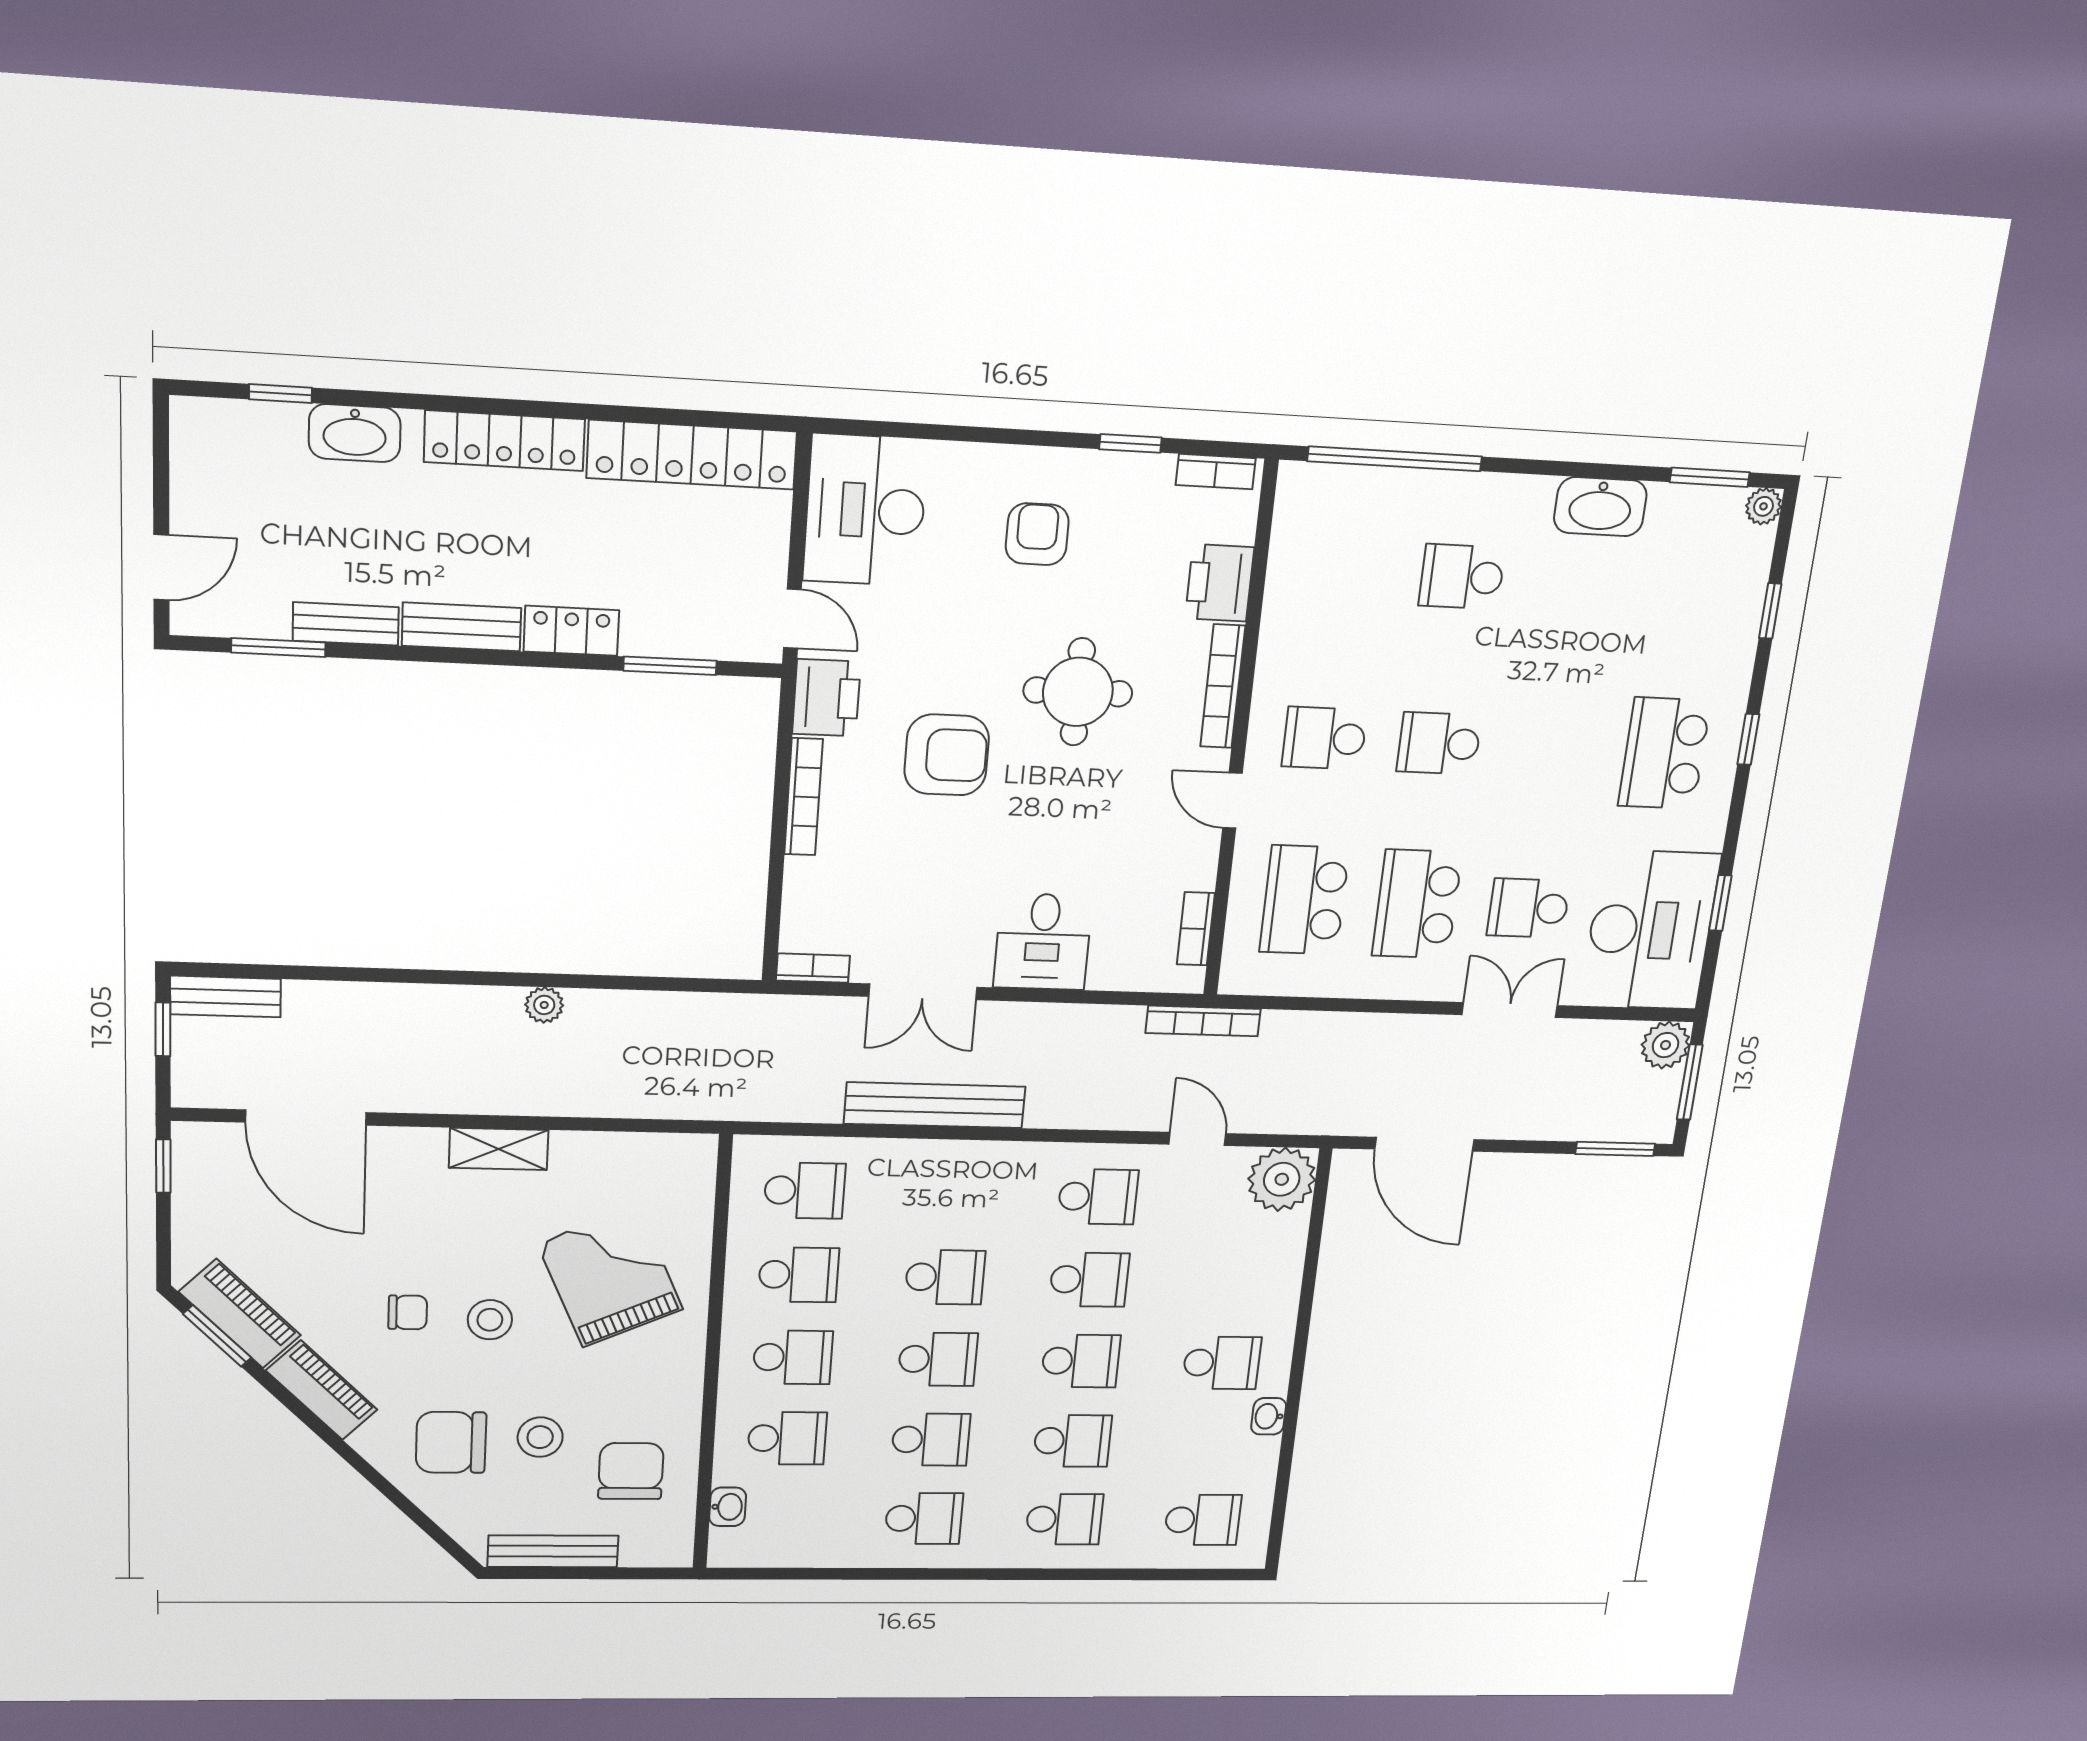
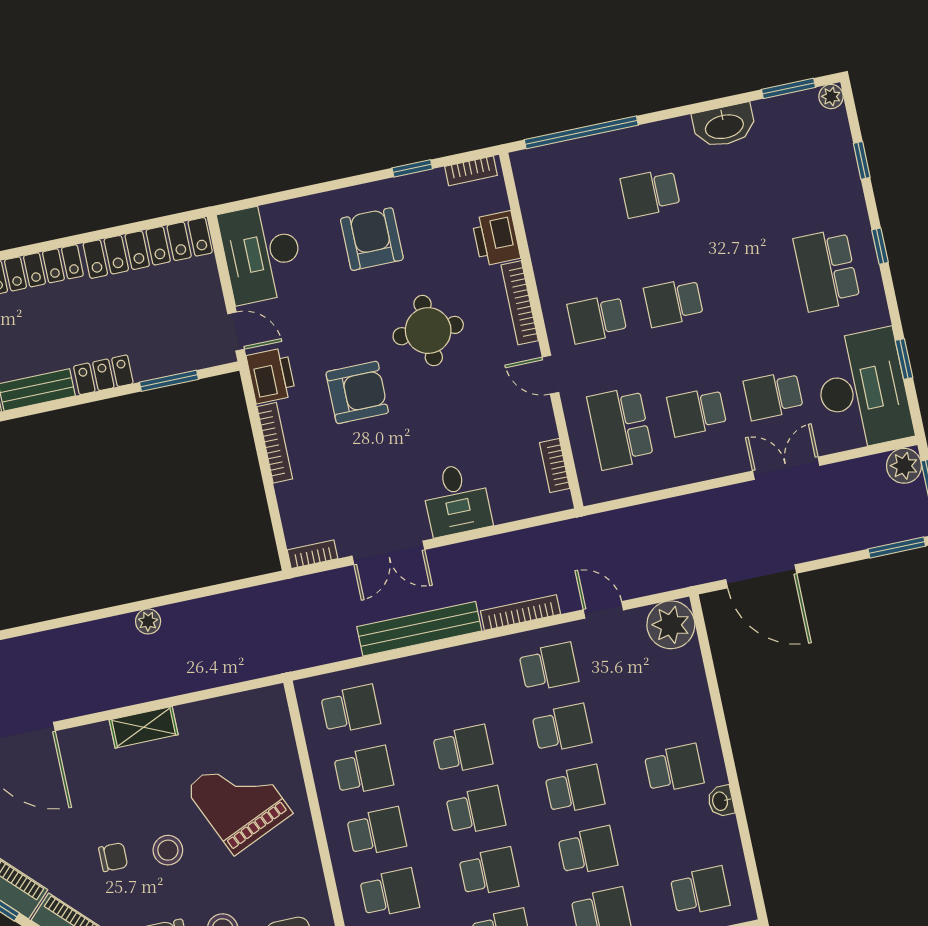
armchair: (1037, 534) -> (372, 239), width x1.38, depth x1.38
school desk: (1417, 904) -> (697, 412), width x0.54
bookcase: (1203, 1021) -> (520, 613), moved, turned 180

